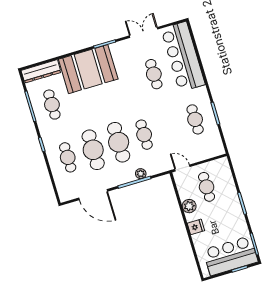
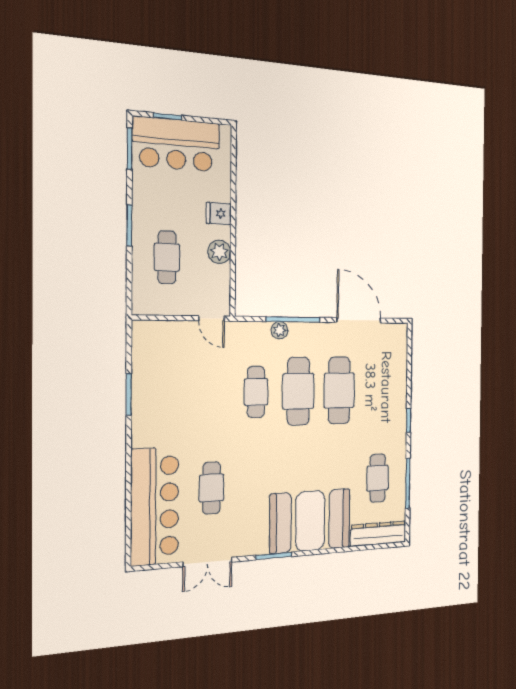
cafe table: (195, 119) -> (166, 394), removed
cafe table: (68, 157) -> (378, 390), removed
cafe table: (207, 187) -> (167, 257), moved

